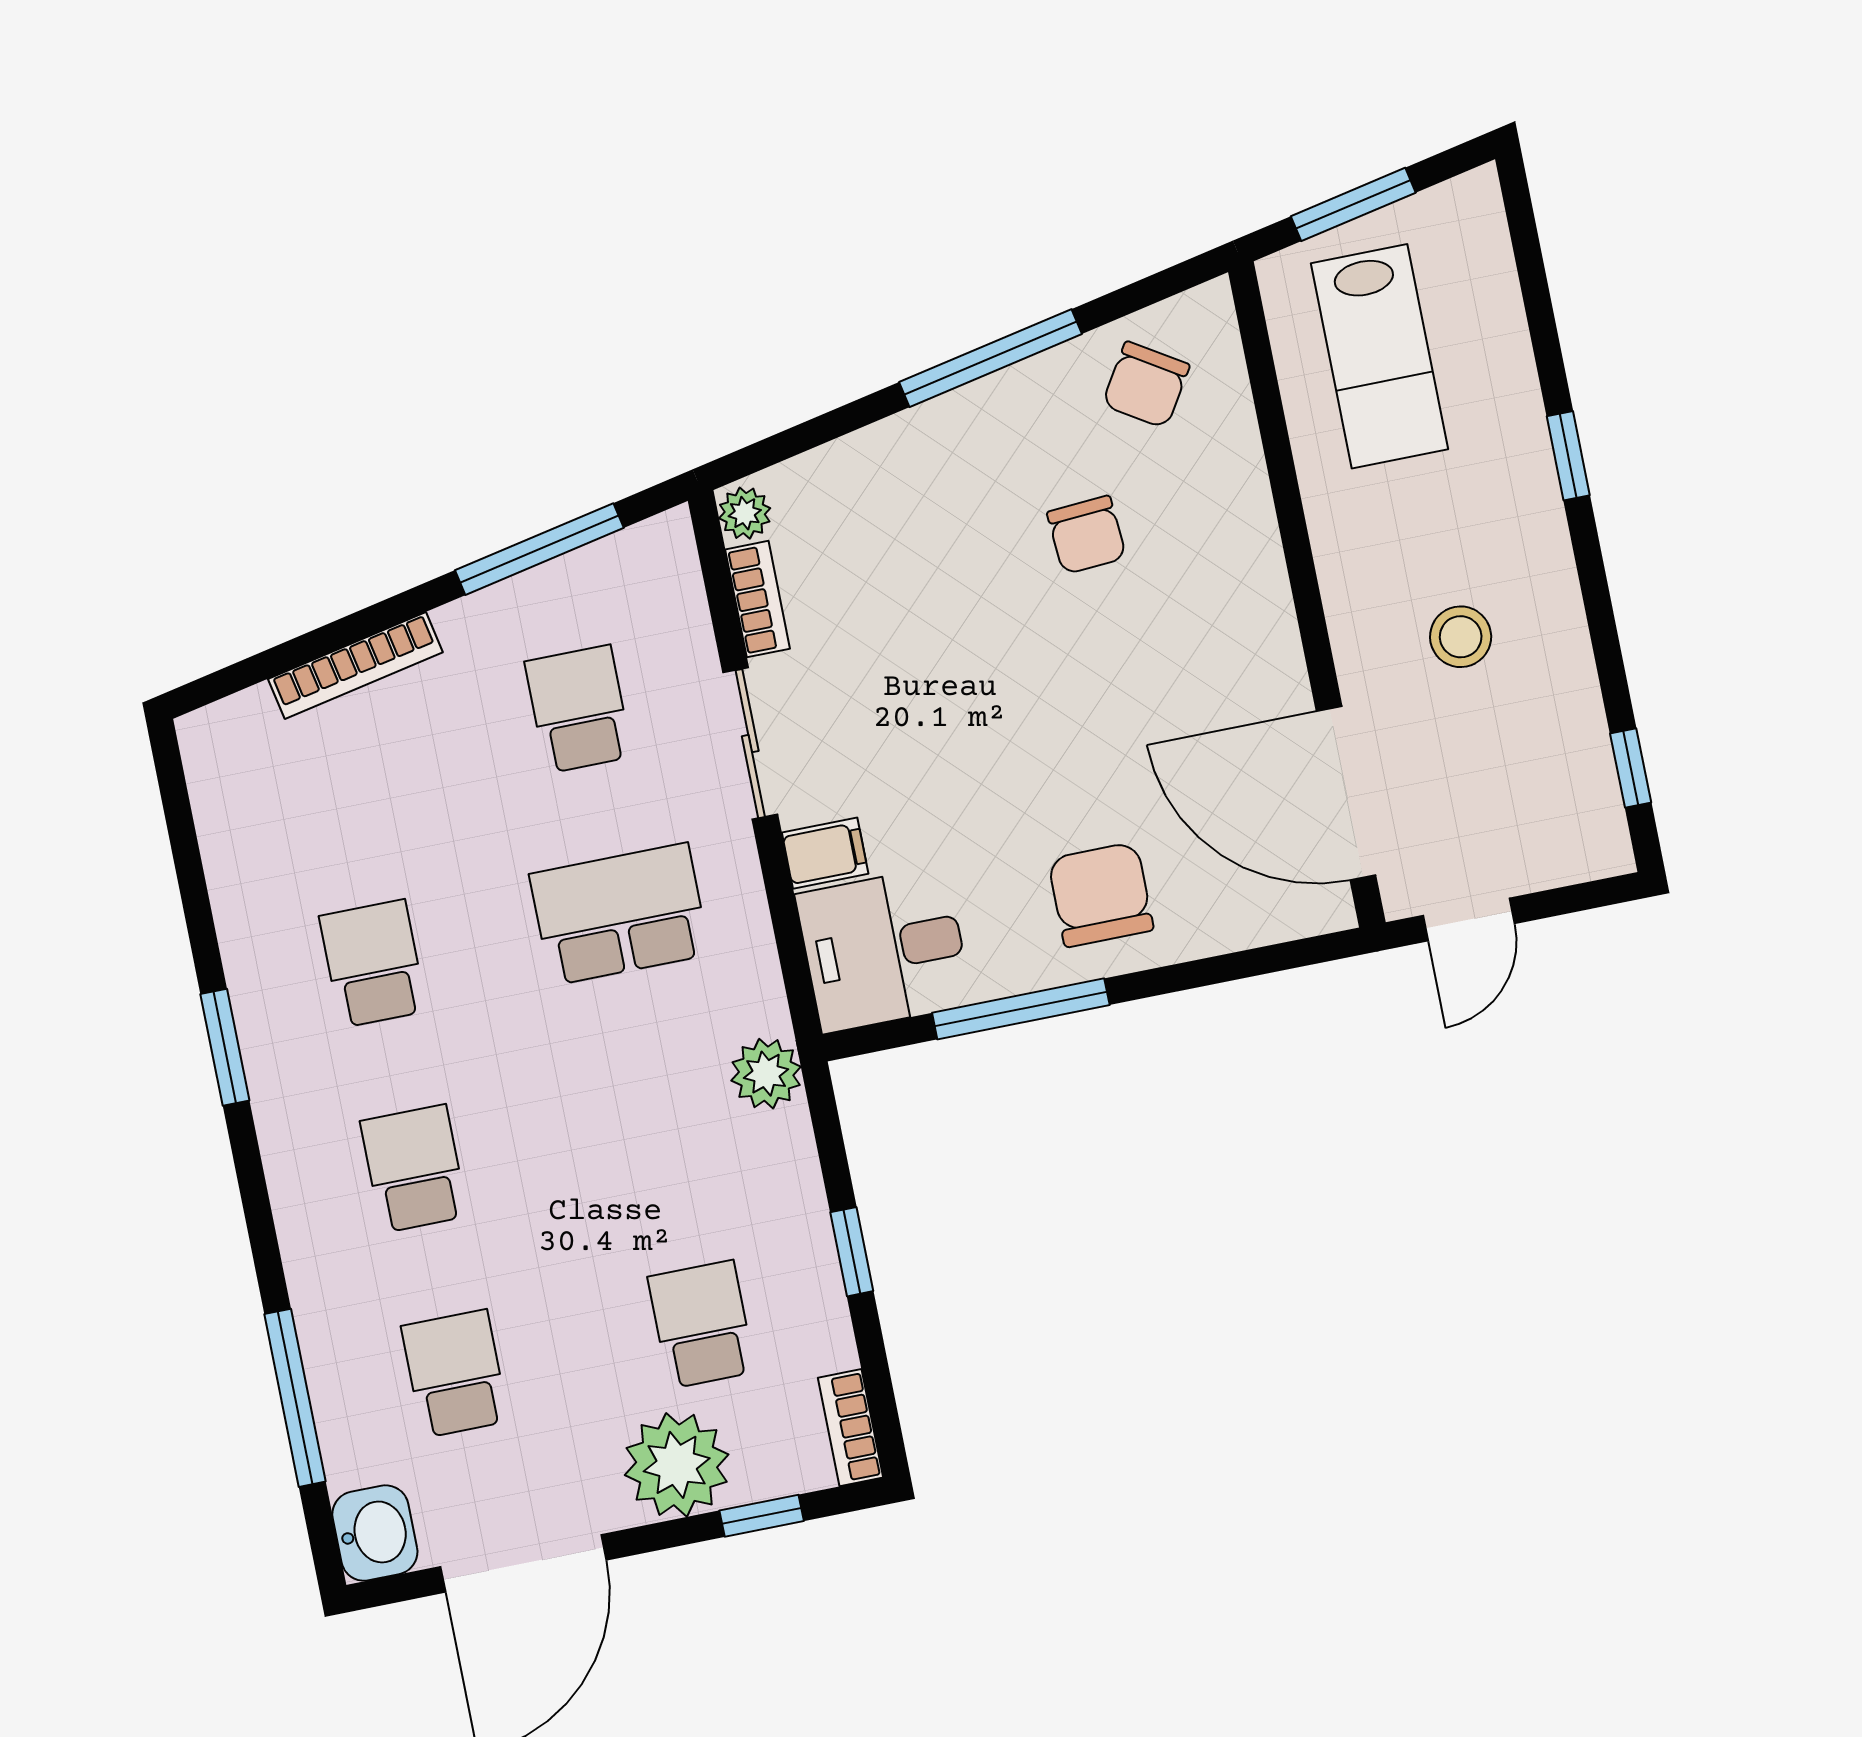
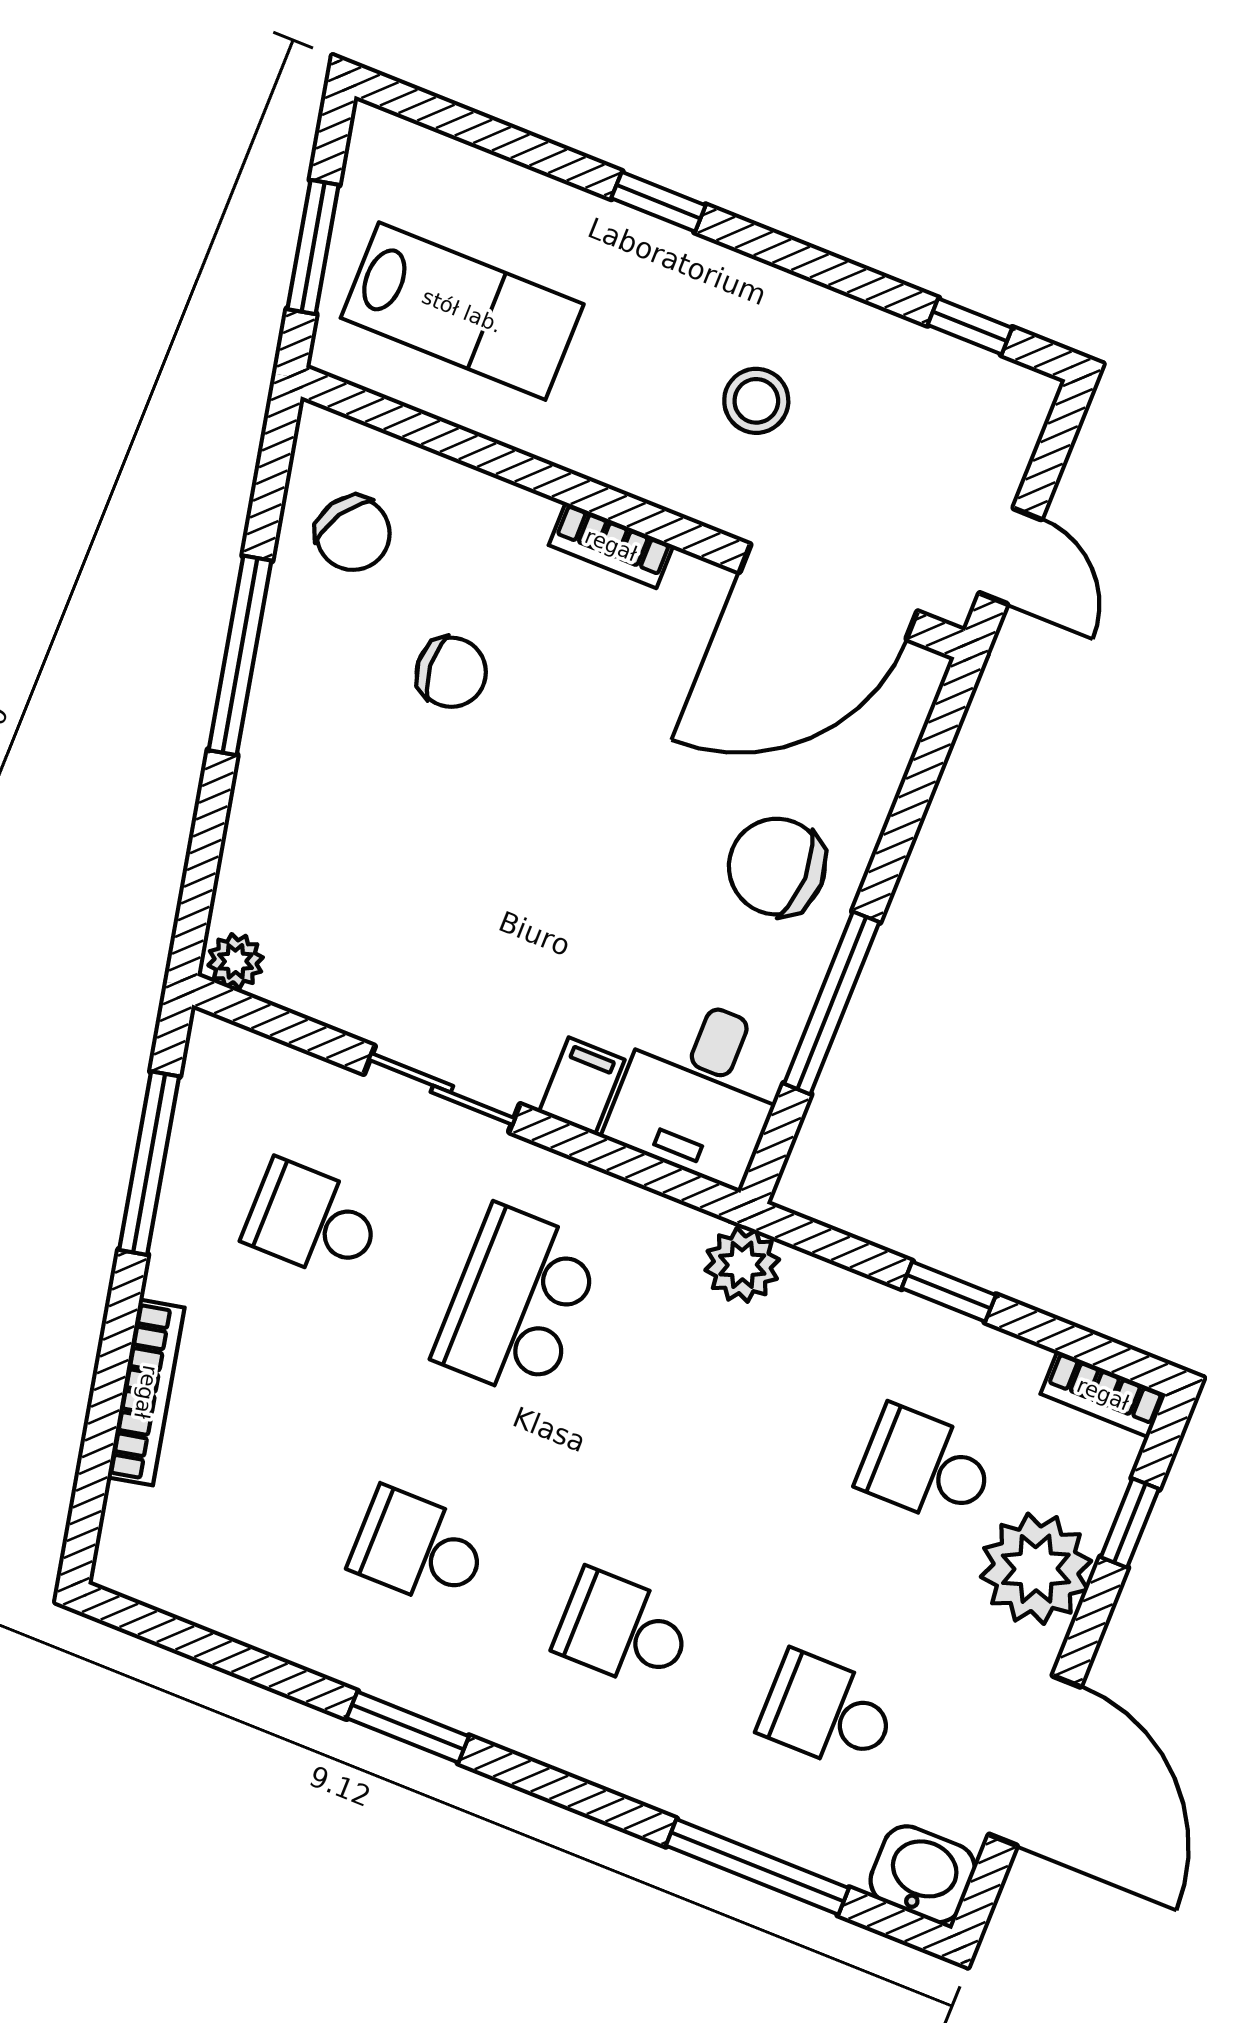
bookcase: (758, 599) -> (611, 545), moved, turned 180

